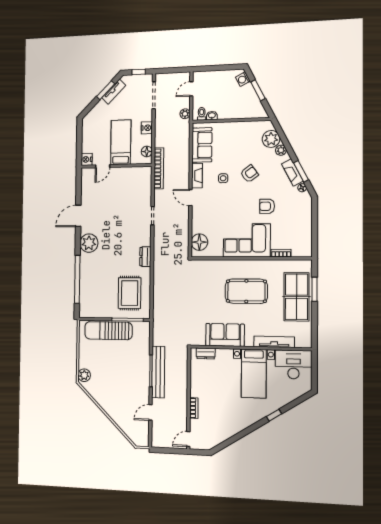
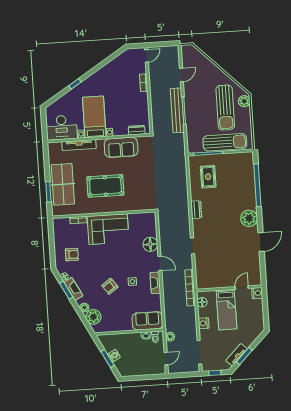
washing machine: (243, 79) -> (114, 356), moved
sofa: (202, 145) -> (147, 321), moved, turned 90
armchair: (267, 206) -> (72, 255), moved
floor lamp: (199, 242) -> (150, 244), moved
rug: (130, 293) -> (208, 177), width x0.73, depth x0.70
sun lounger: (105, 370) -> (225, 108), added

